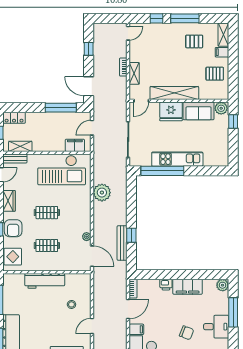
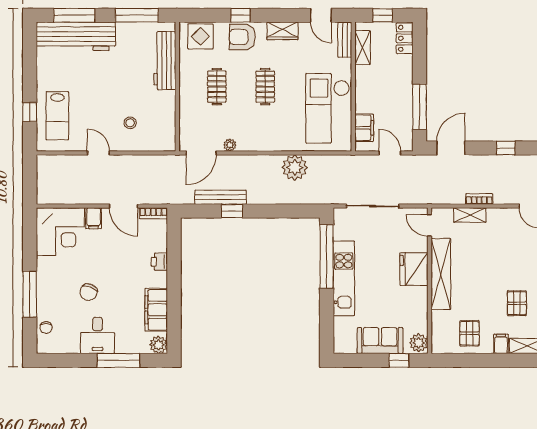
sofa: (199, 111) -> (380, 341), moved, turned 90
workbench: (45, 281) -> (165, 61), moved
filing cabinet: (188, 287) -> (156, 310), moved

